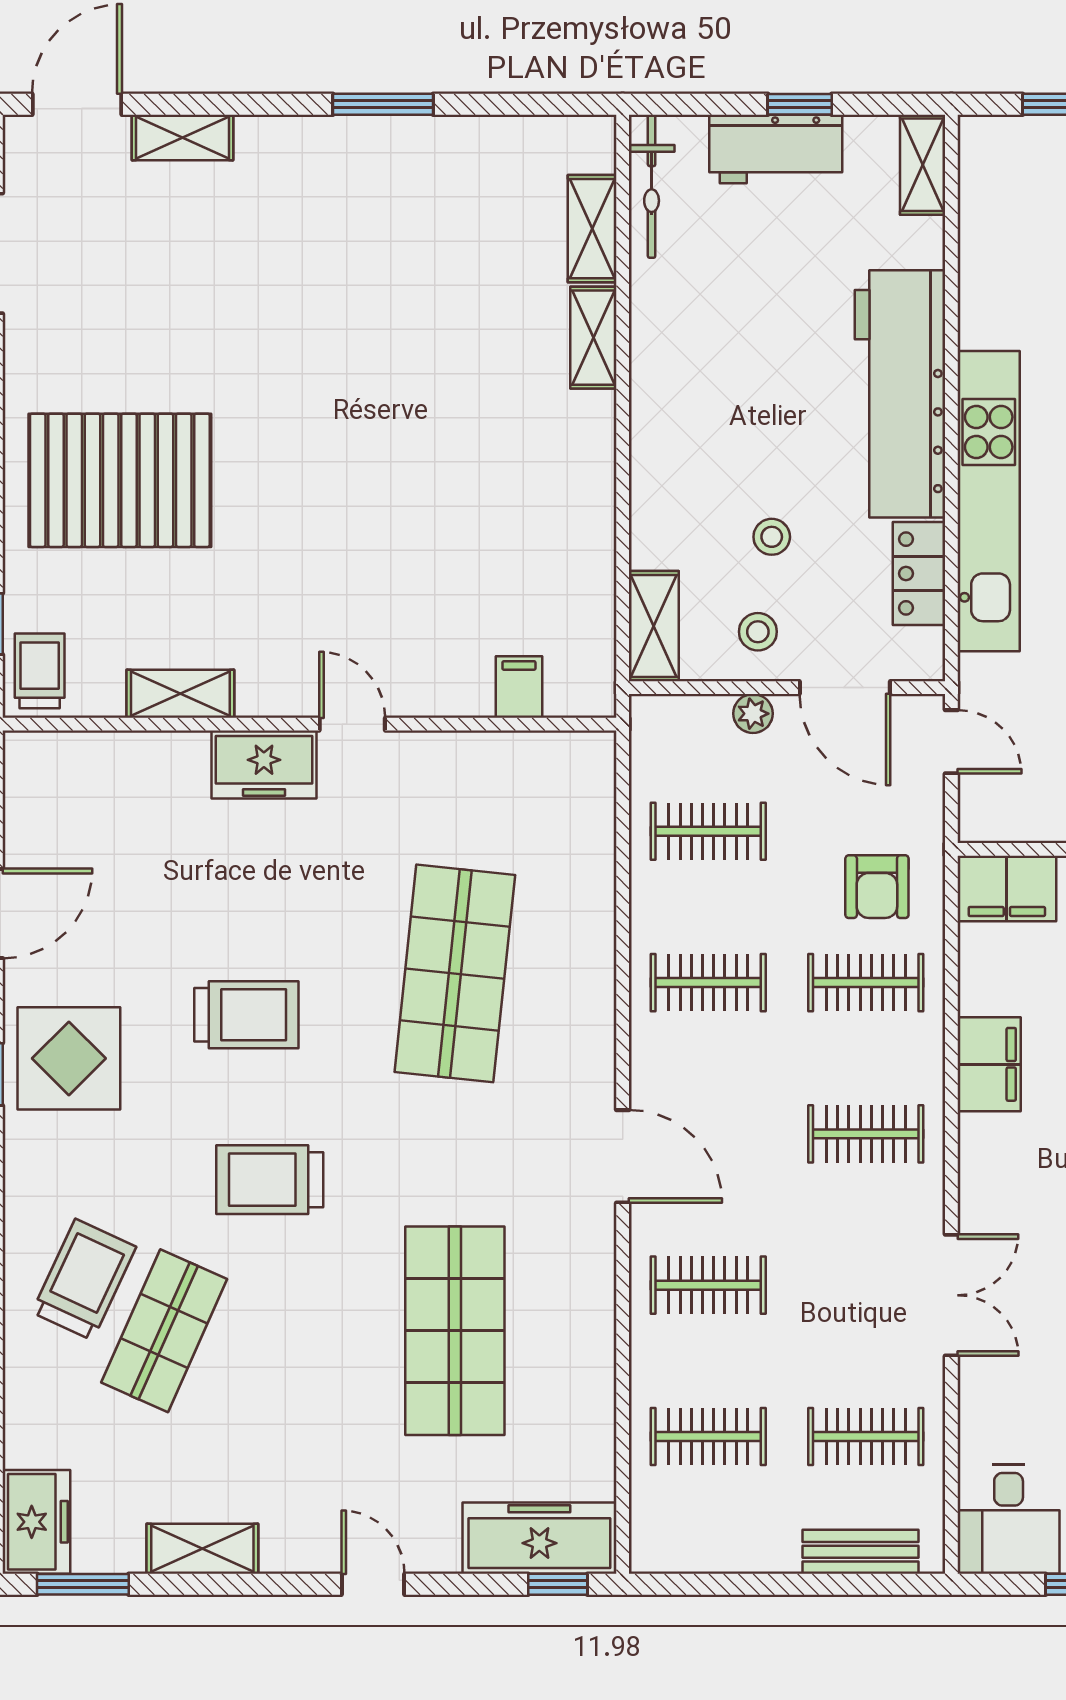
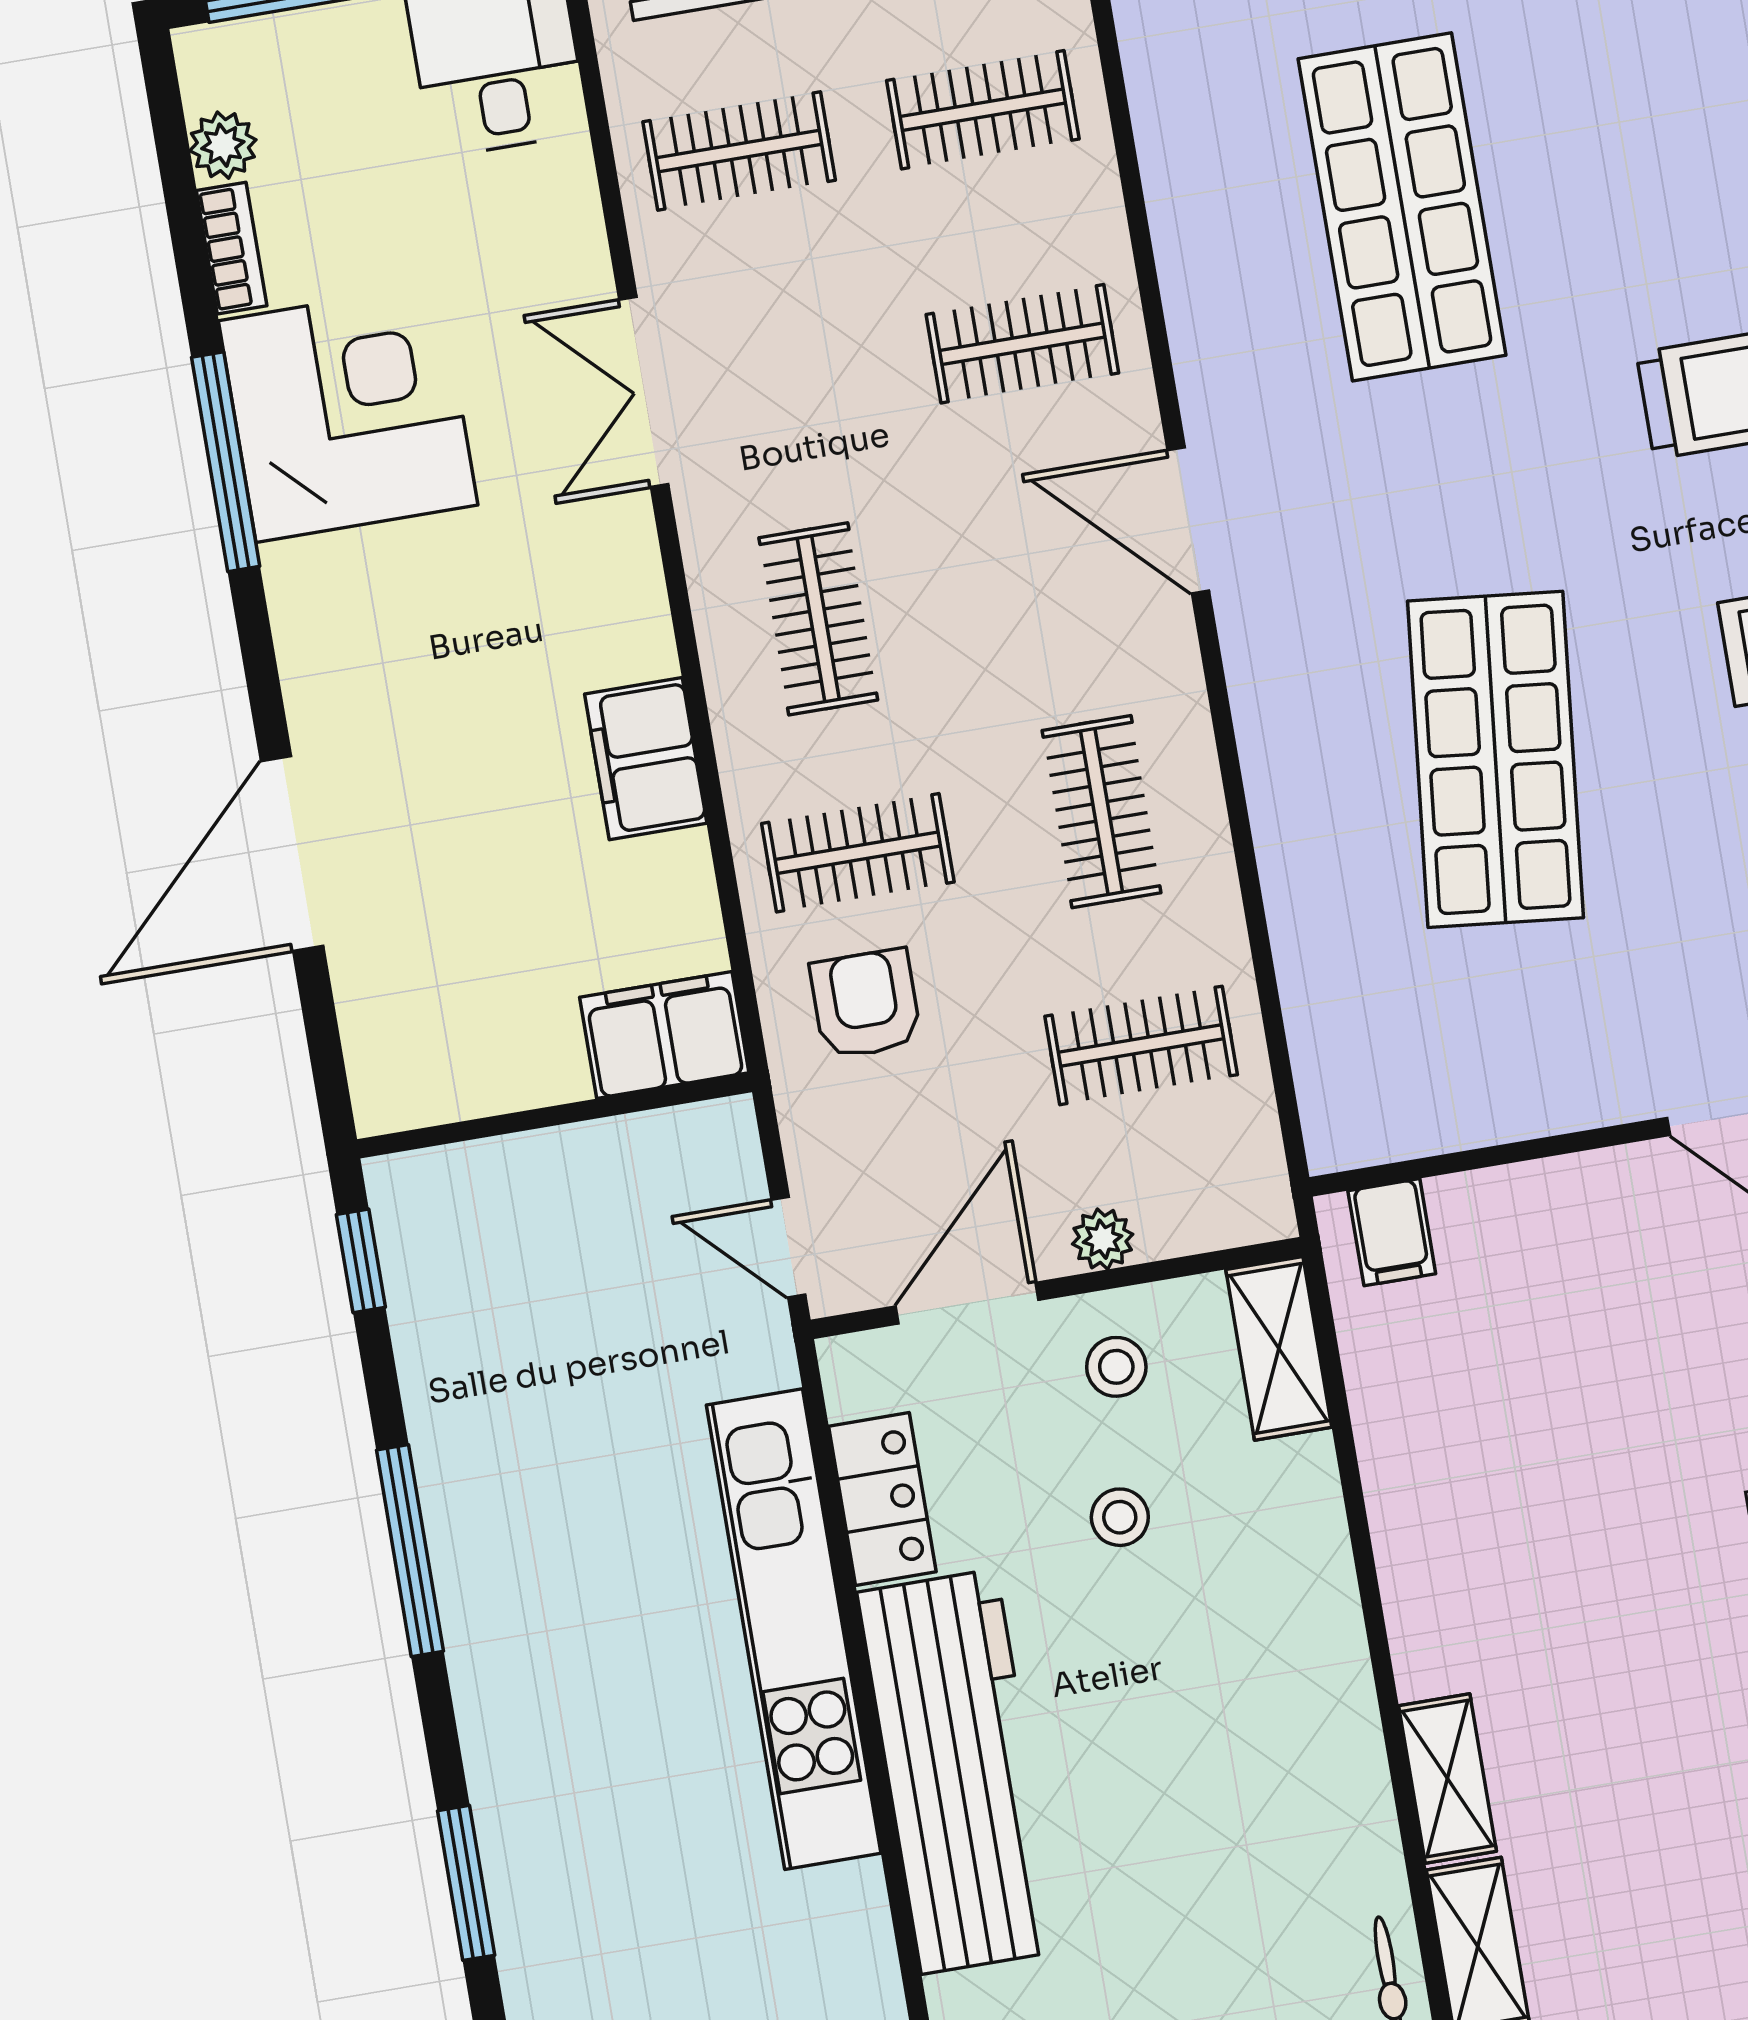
filing cabinet: (519, 687) -> (1392, 1232), moved
door: (845, 688) -> (967, 1303), hinge flipped
clothes rail: (708, 983) -> (1101, 812), turned 90
clothes rail: (866, 1134) -> (818, 619), turned 90

